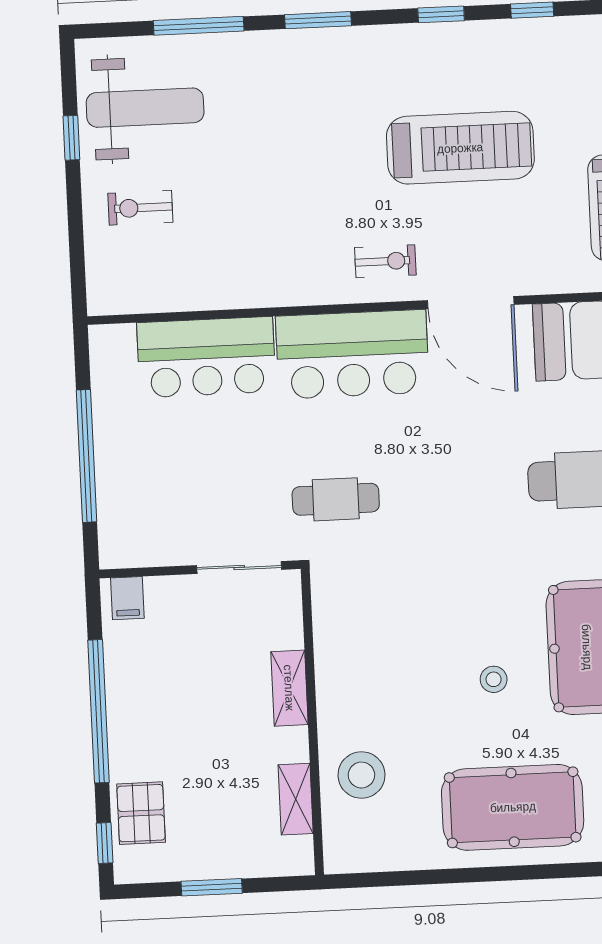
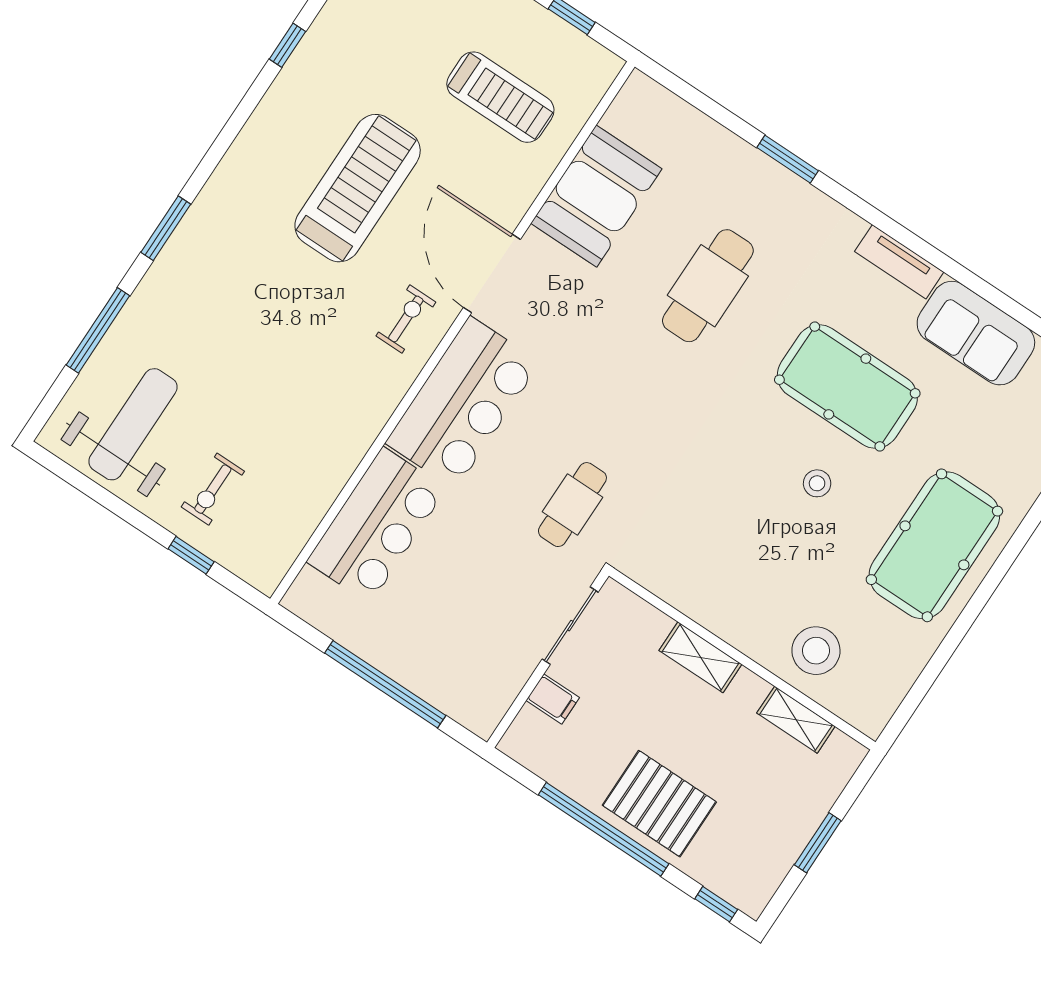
window: (441, 14) -> (236, 123), removed
window: (71, 138) -> (191, 555), moved
door: (471, 303) -> (492, 273), swing flipped
filing cabinet: (127, 598) -> (553, 699), moved
pallet: (141, 813) -> (659, 804), moved, width x1.50, depth x1.42

